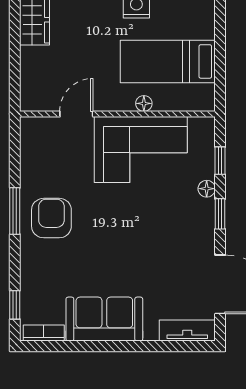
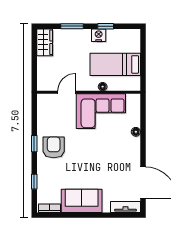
window: (220, 161) -> (143, 117), removed
window: (15, 211) -> (34, 144), width x0.67
window: (220, 214) -> (143, 145), removed
window: (15, 305) -> (34, 182), moved

